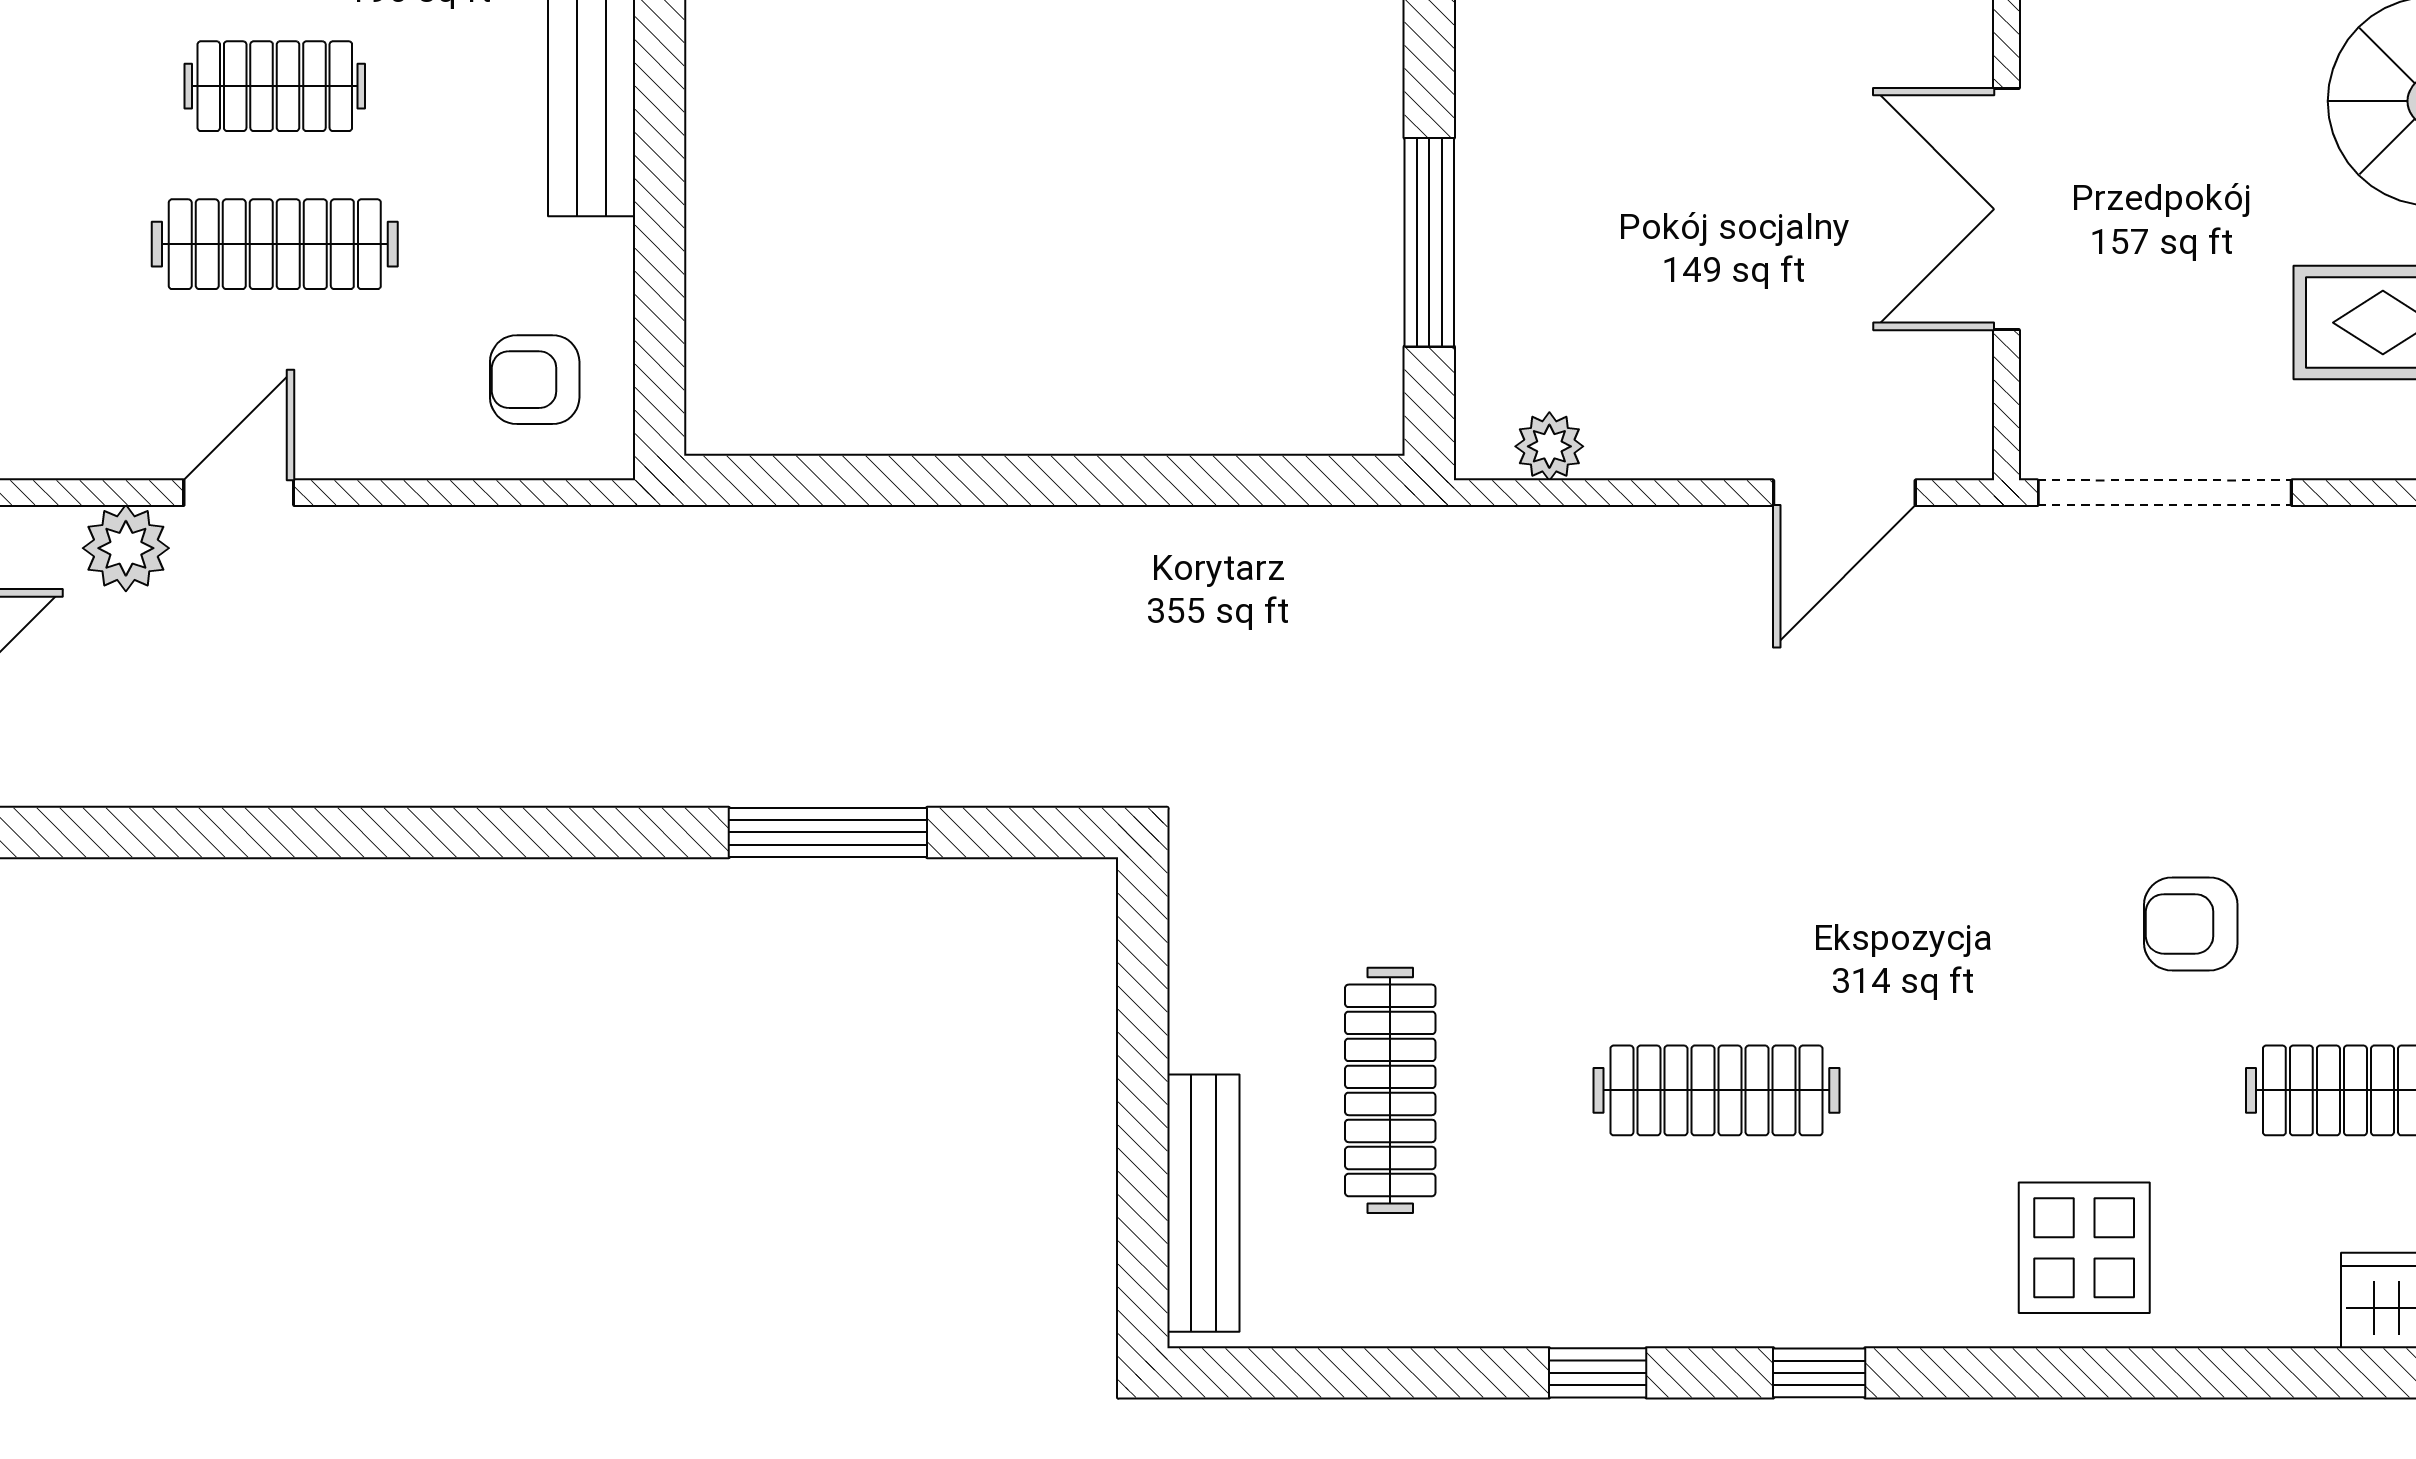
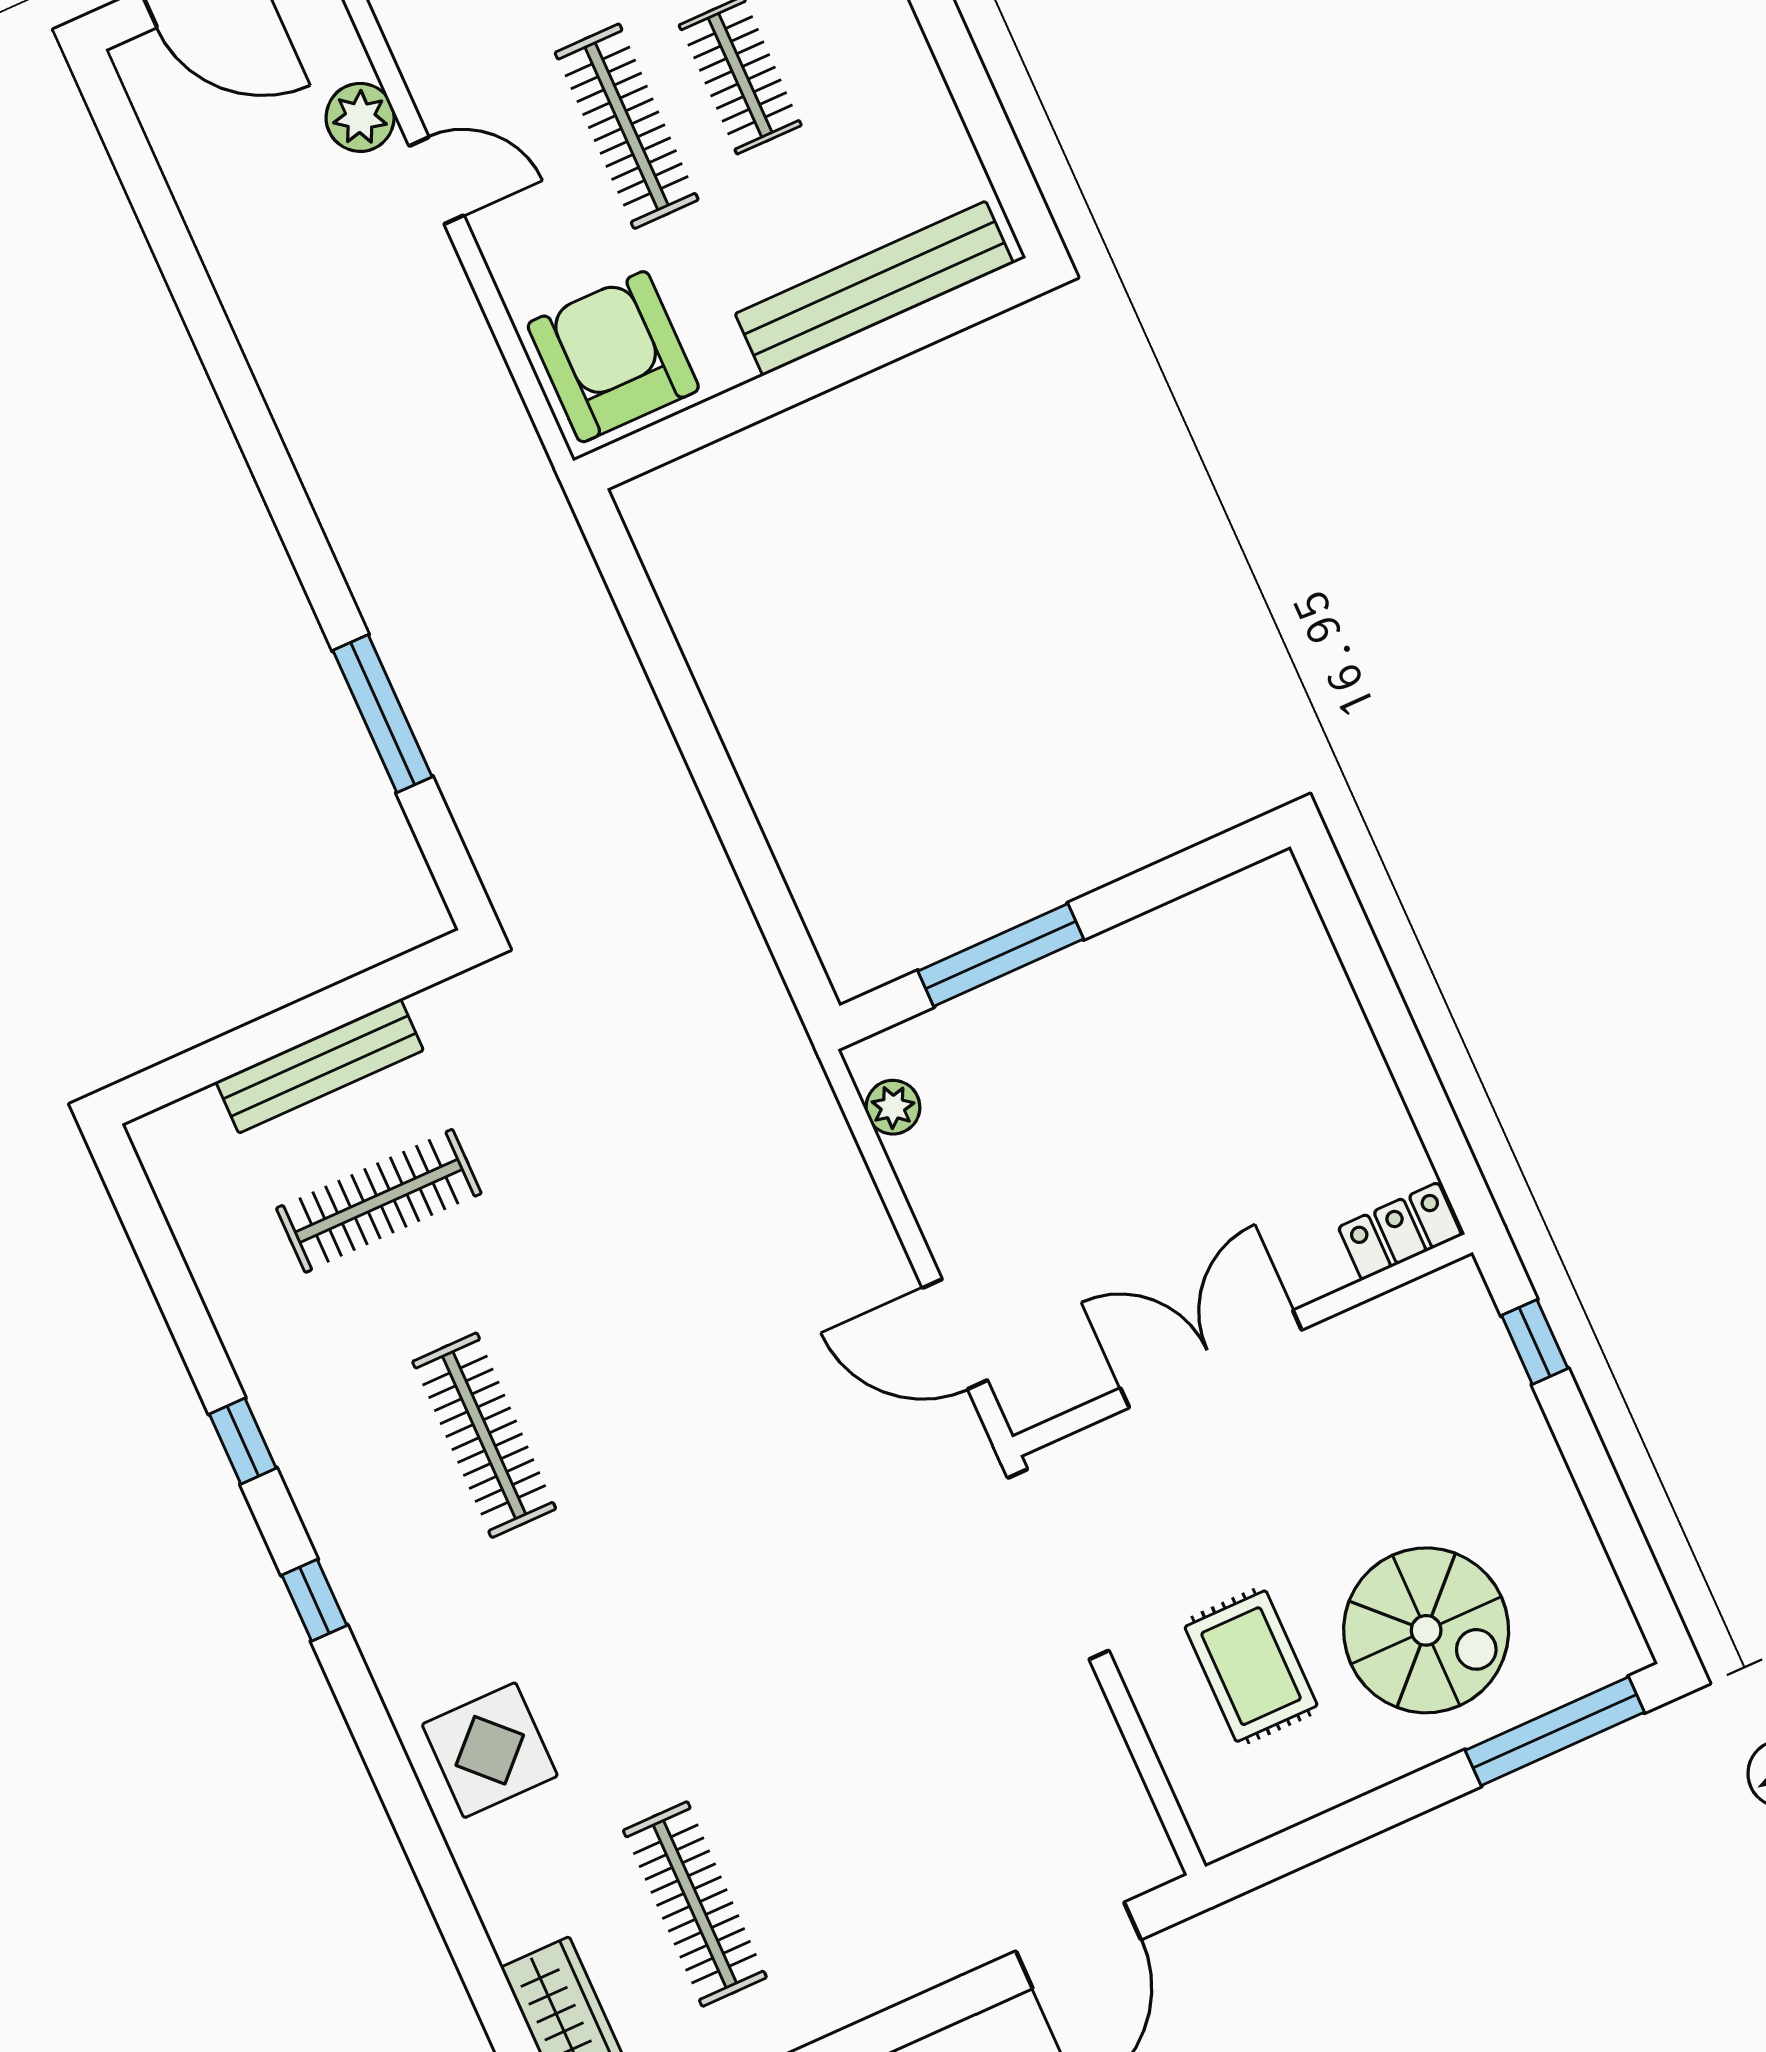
armchair: (535, 380) -> (613, 357), width x1.88, depth x1.88
armchair: (2191, 924) -> (757, 1722), removed
bench: (1203, 1203) -> (320, 1066), moved

